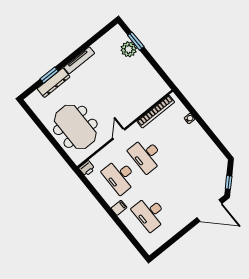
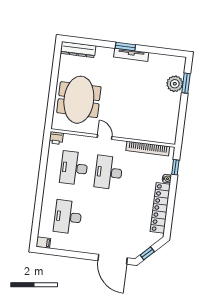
window: (49, 75) -> (125, 46), moved
dresser: (54, 83) -> (78, 50), moved
window: (187, 105) -> (175, 167), added
door: (119, 134) -> (105, 137), hinge flipped
locker: (206, 143) -> (160, 208), added
filing cabinet: (119, 208) -> (43, 242), moved

